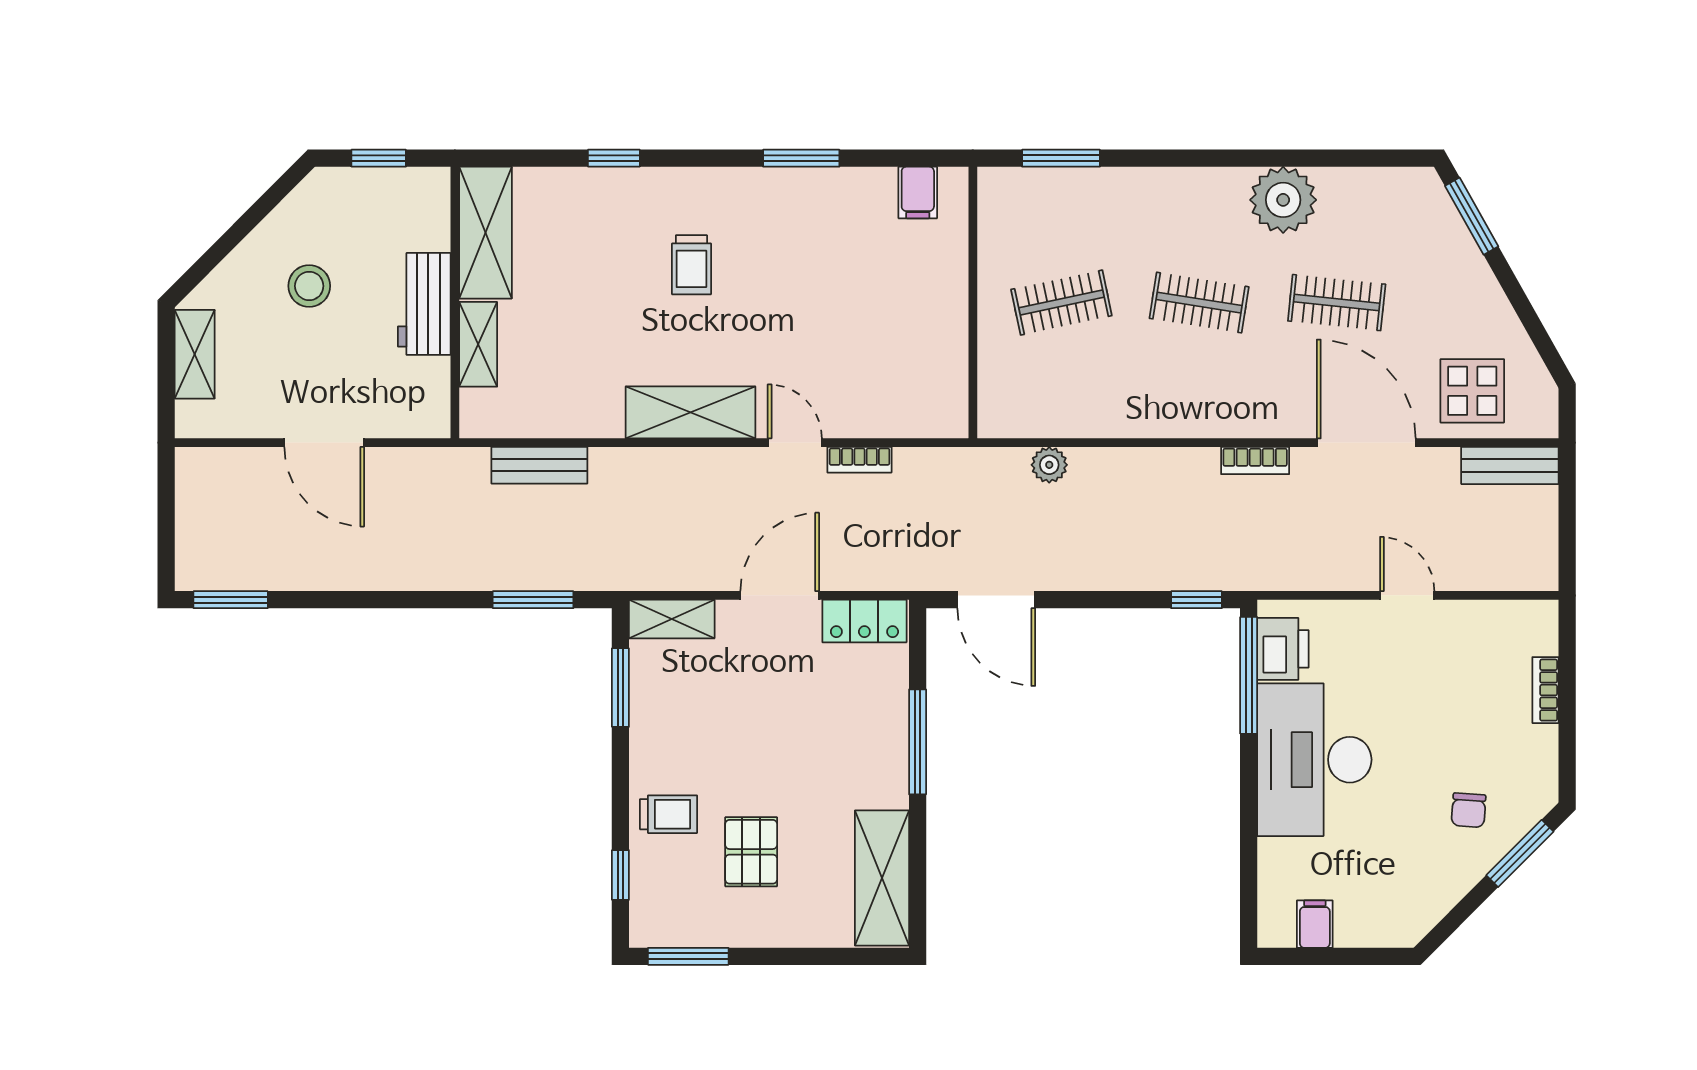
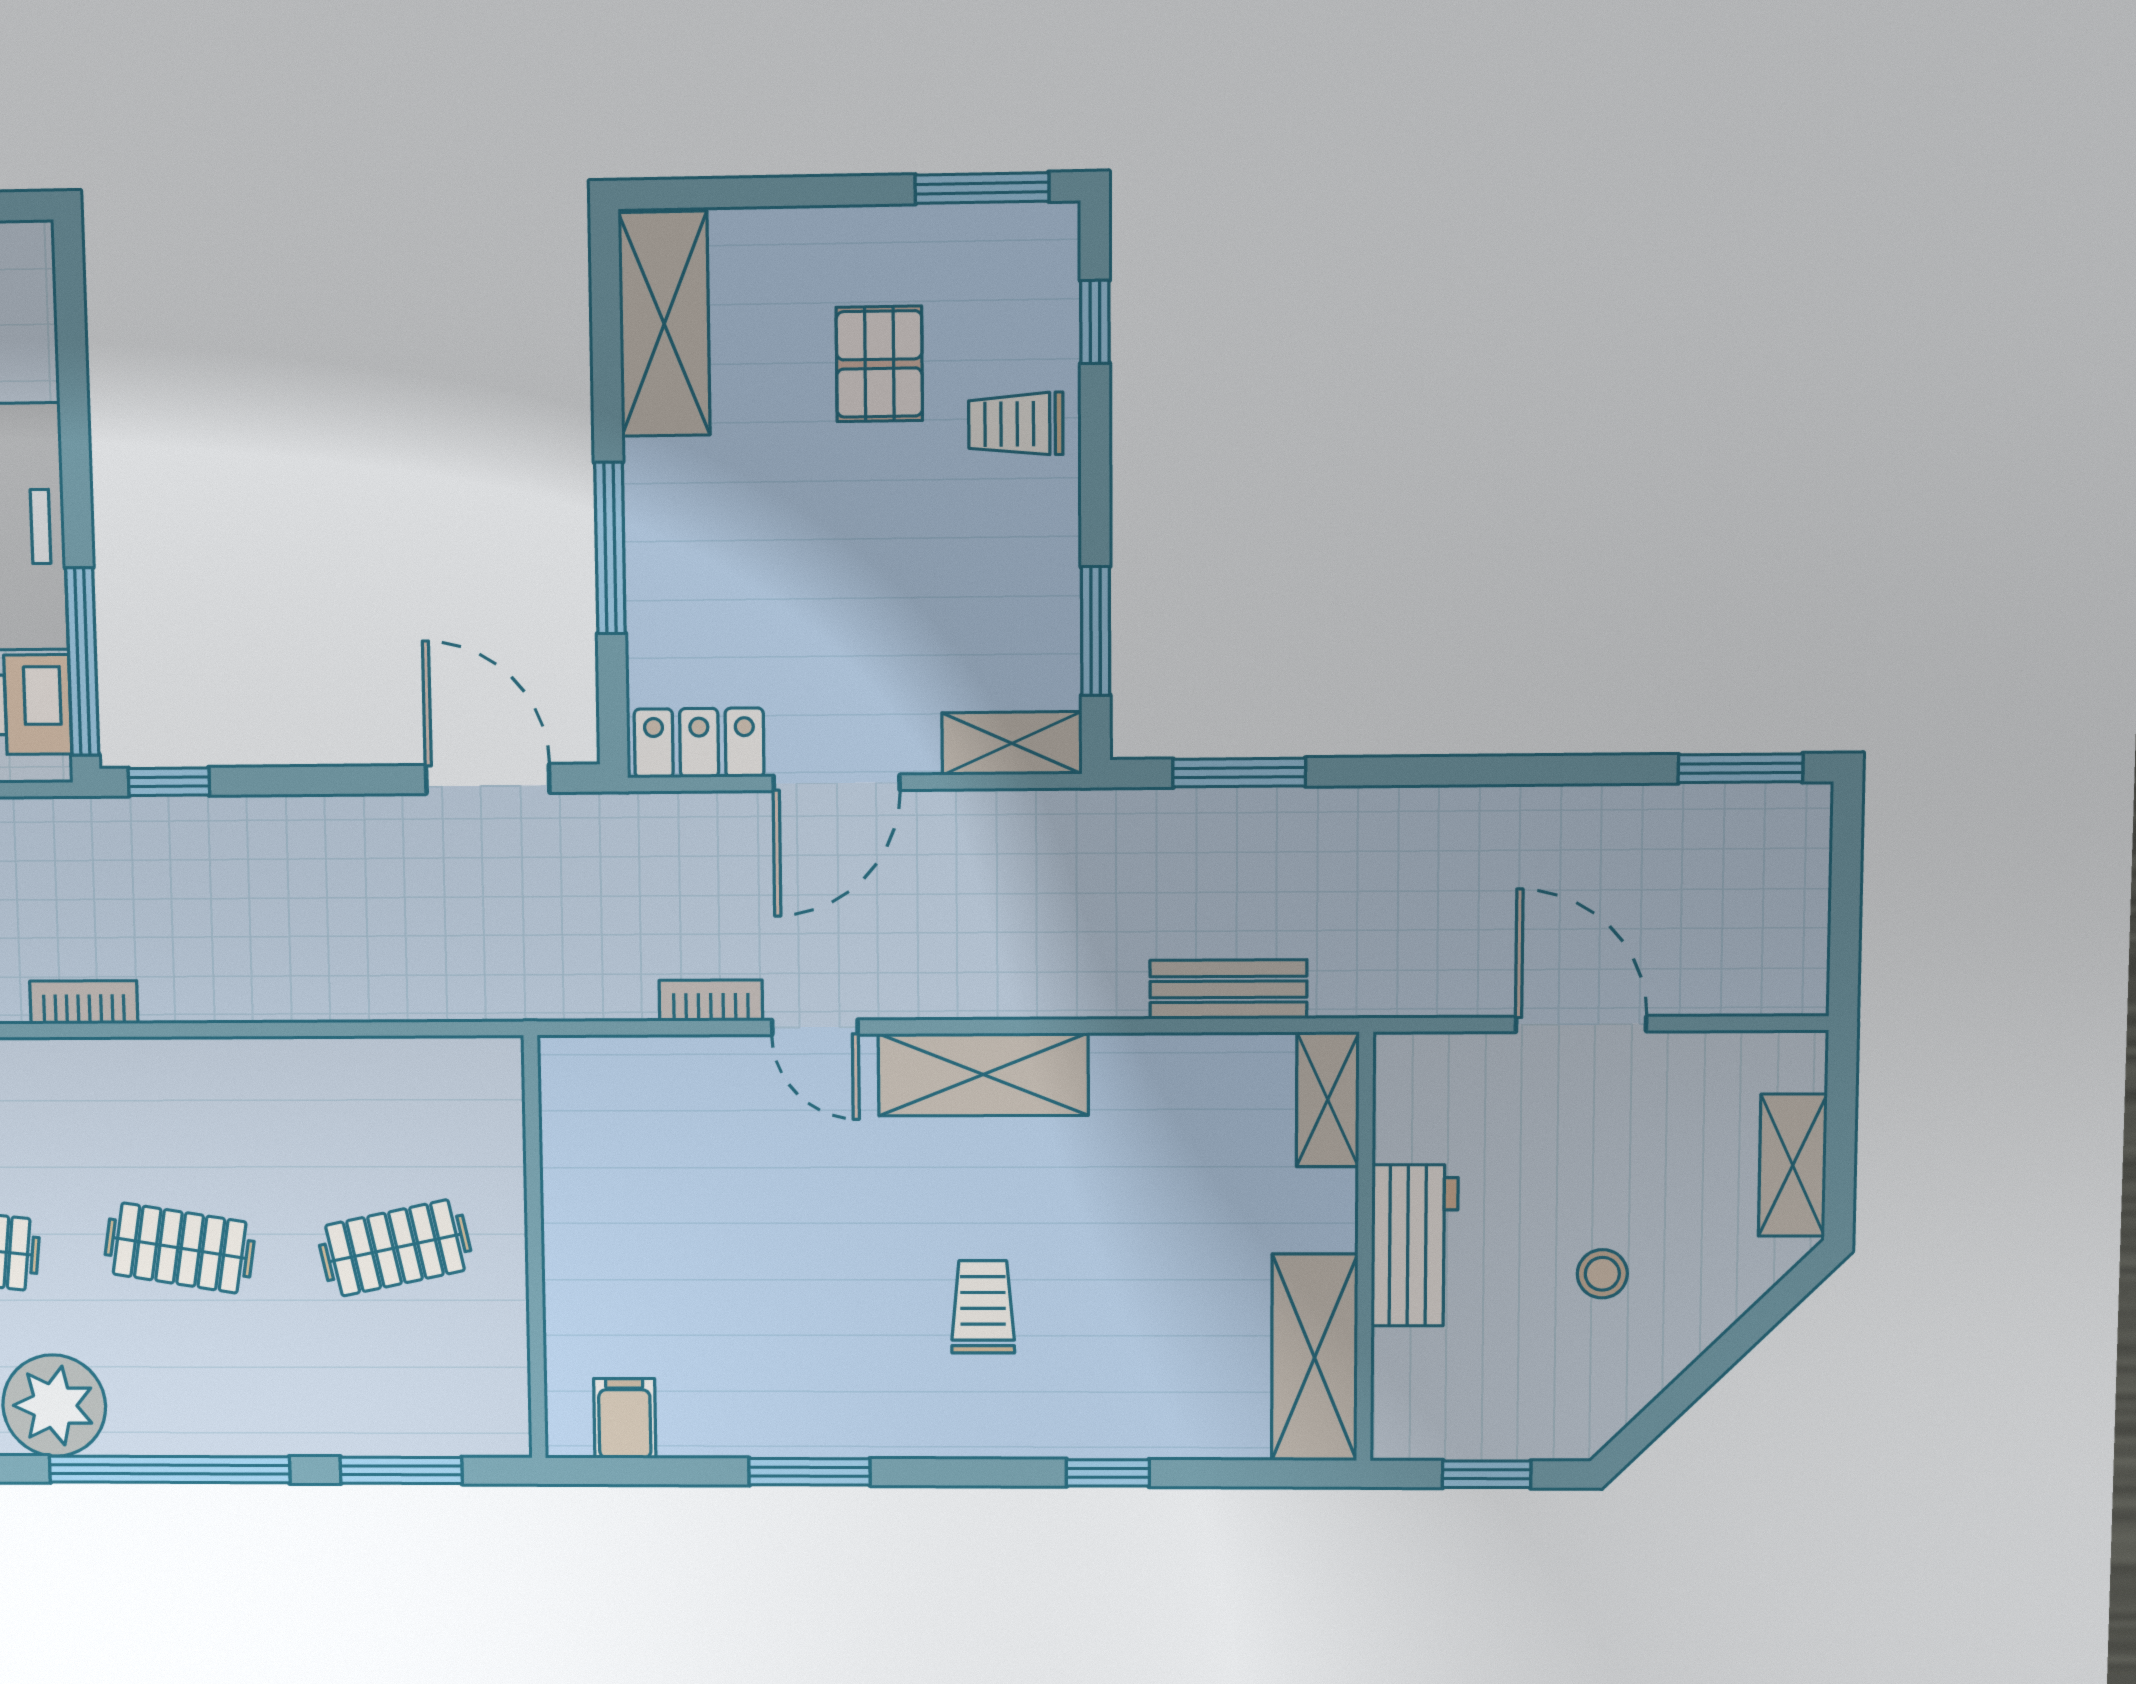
window: (1210, 158) -> (170, 1469), added
stool: (309, 286) -> (1602, 1274), width x0.73, depth x0.73
shelving: (478, 344) -> (1328, 1099), moved
plant: (1049, 465) -> (408, 994), removed

